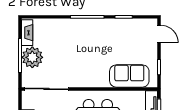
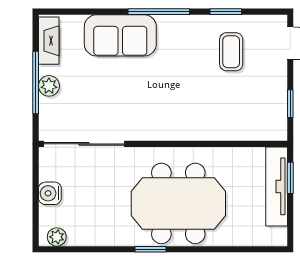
coffee table: (127, 39) -> (231, 52), added
plant: (32, 57) -> (49, 86), width x0.53, depth x0.53
sofa: (129, 76) -> (120, 35), moved, turned 180

